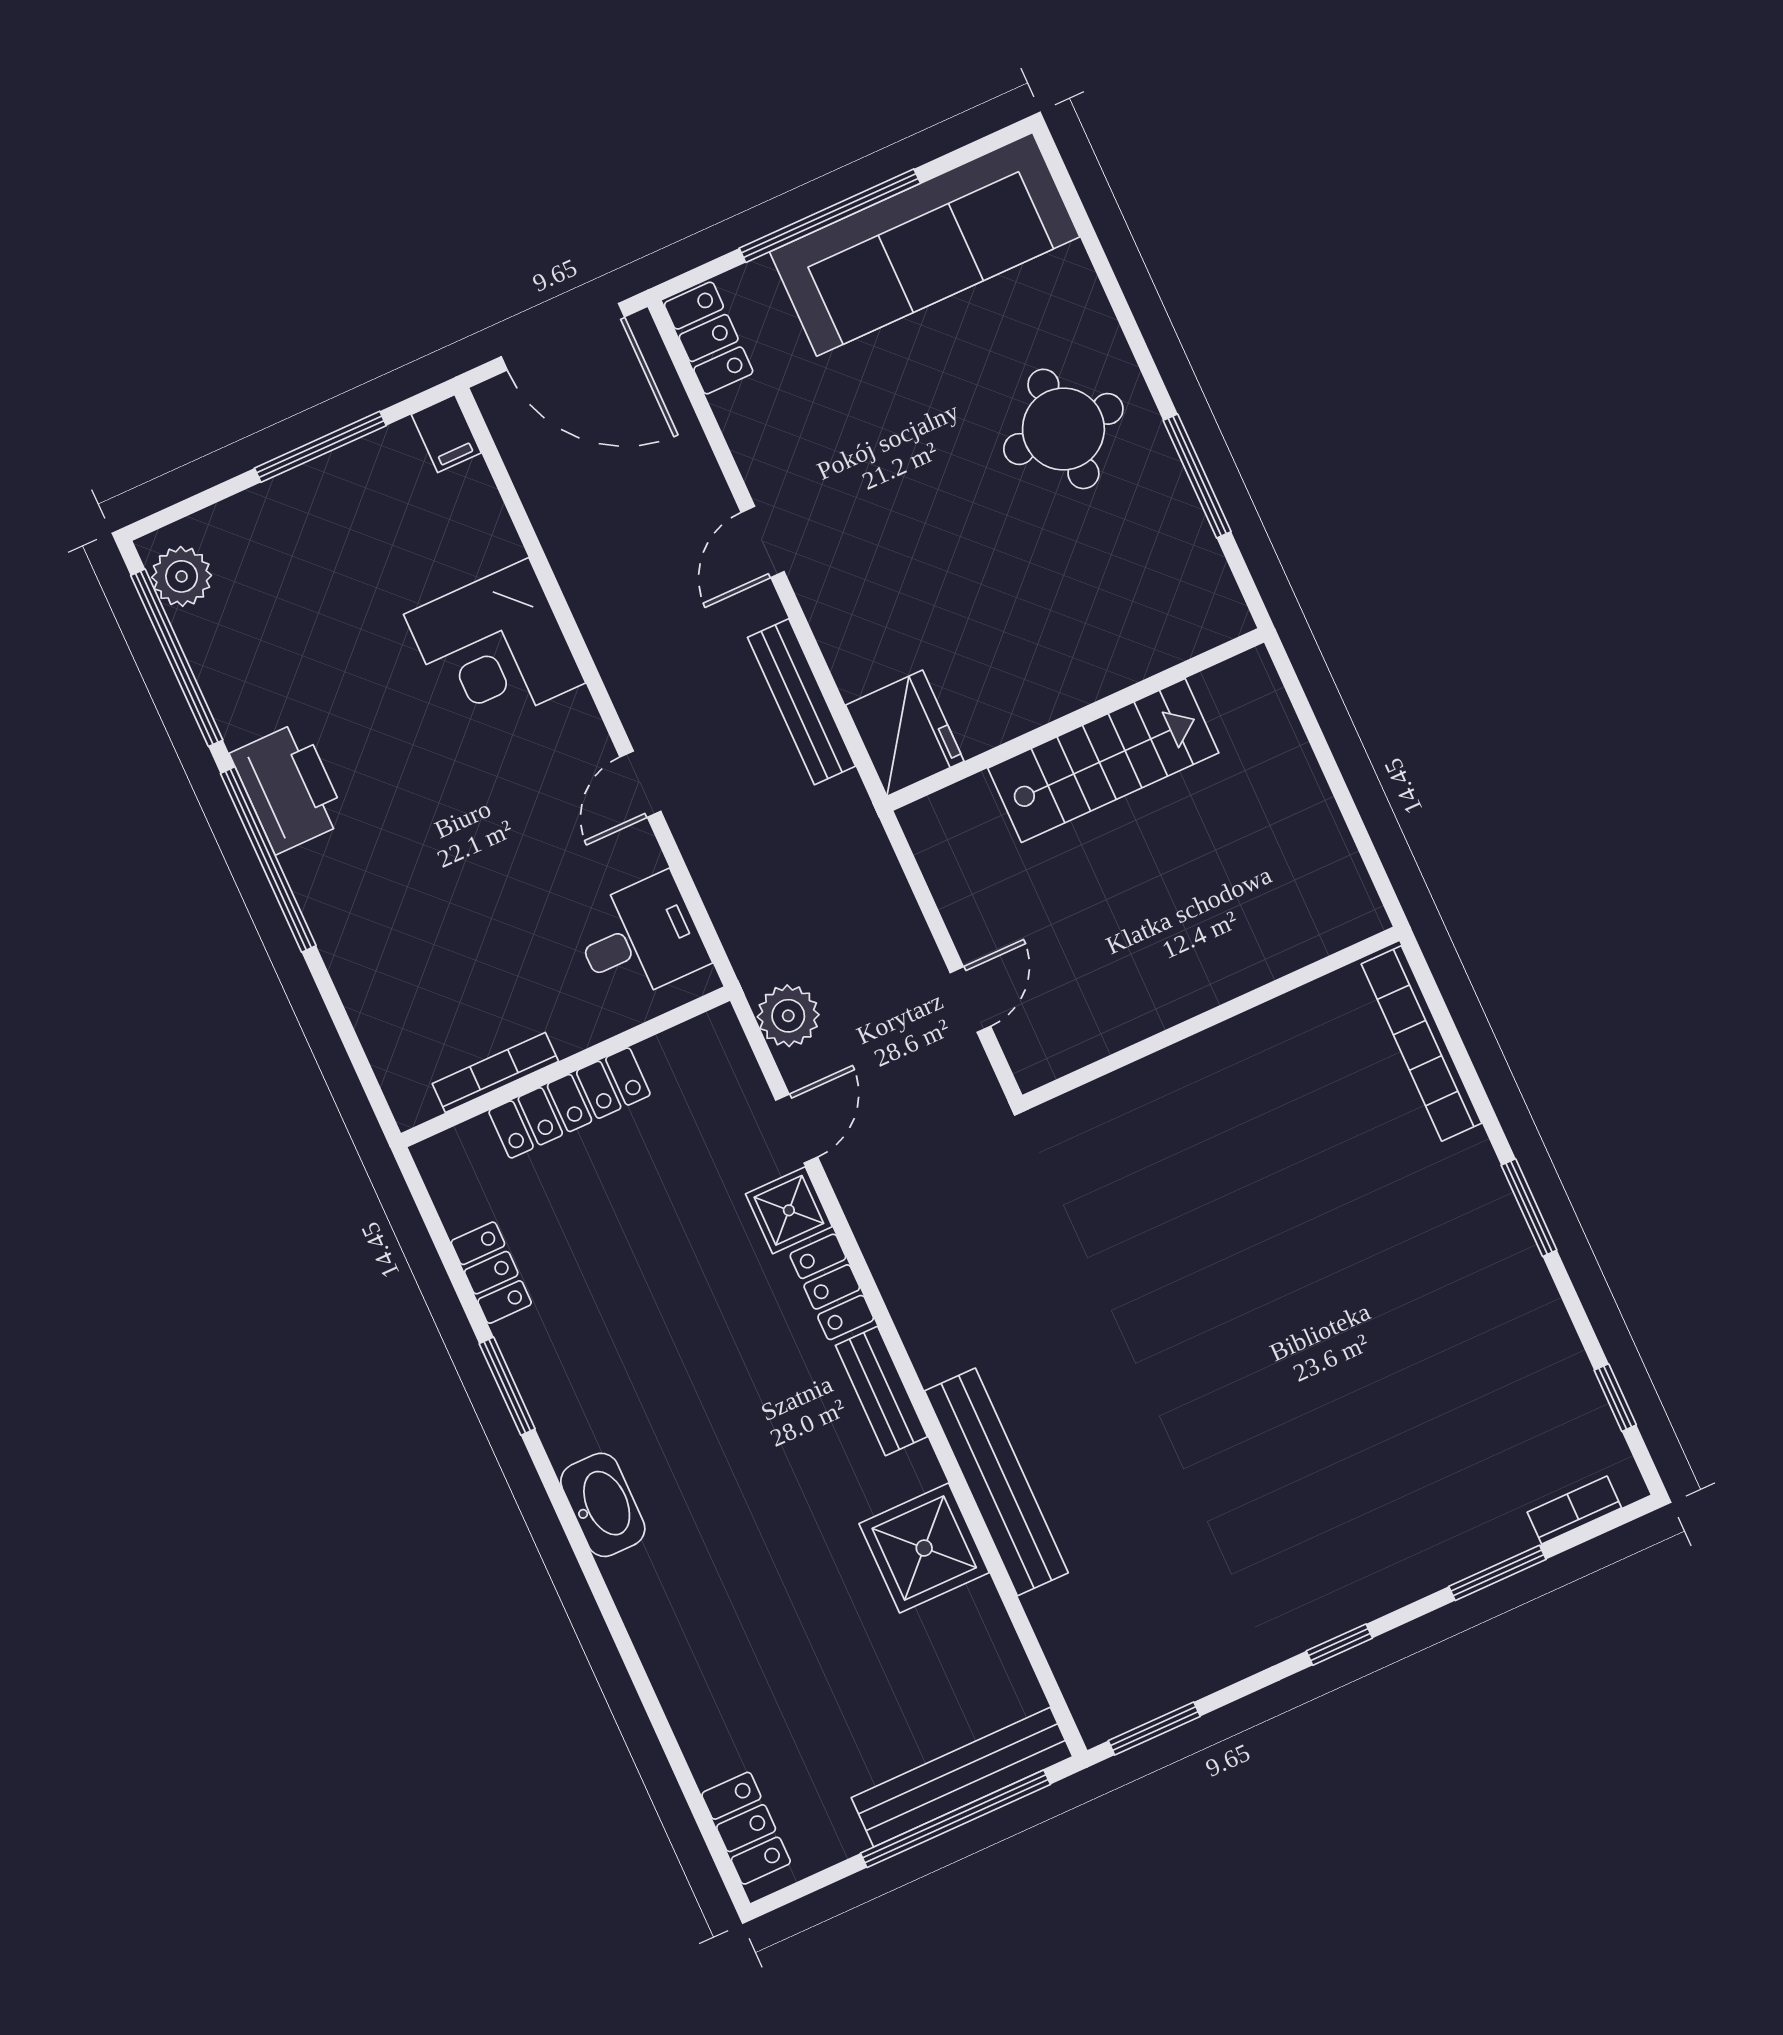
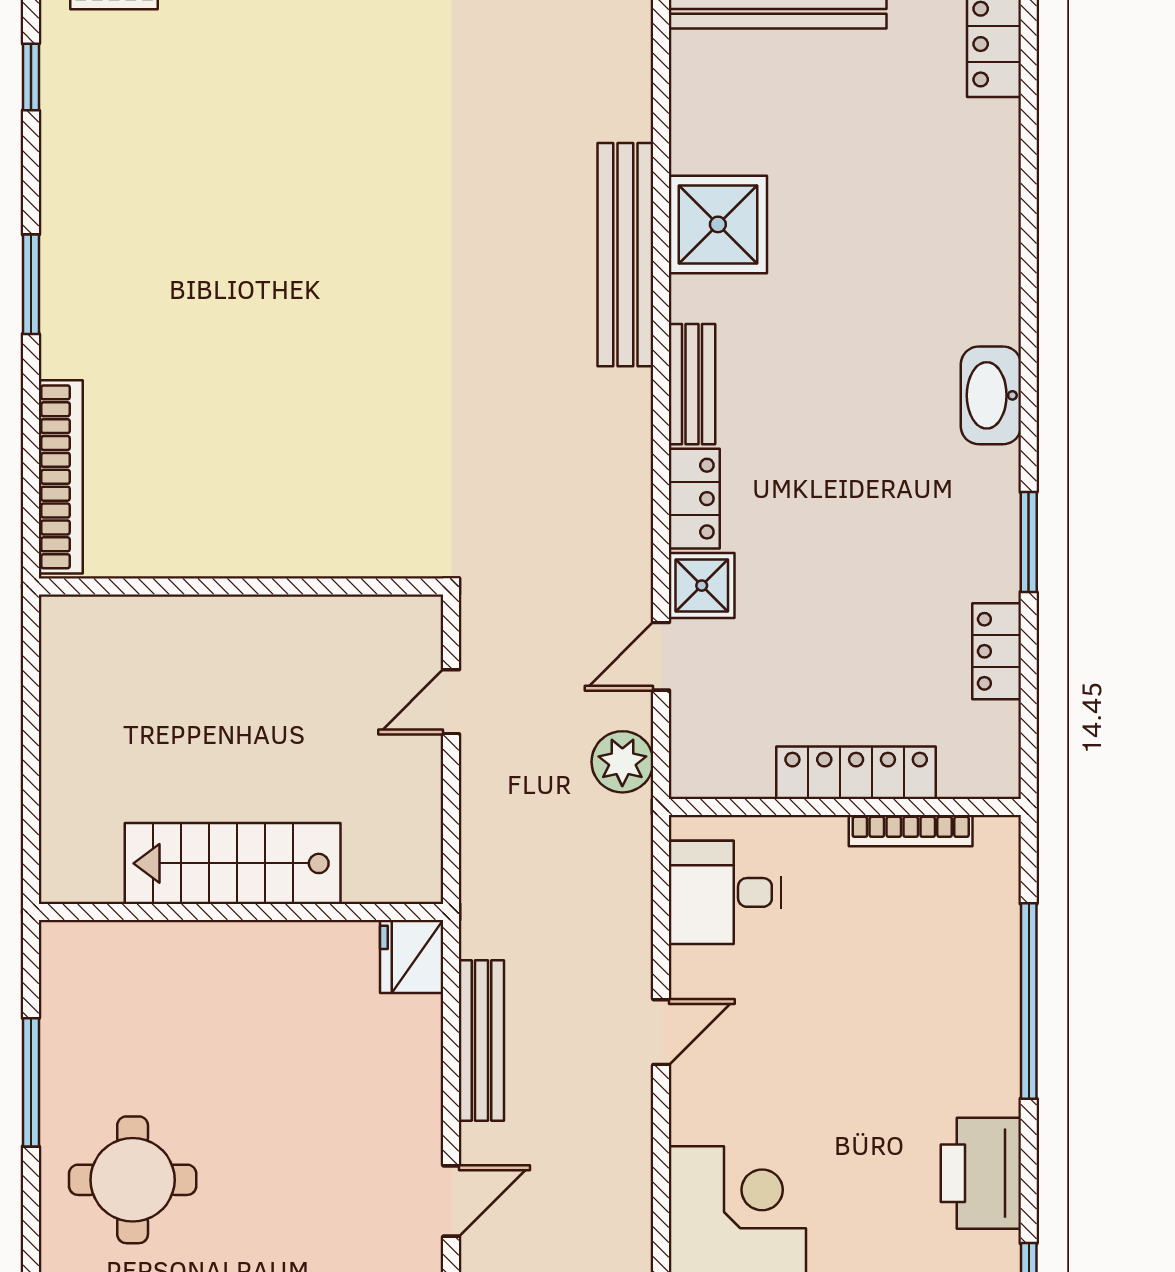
fridge: (905, 733) -> (412, 956), width x0.73, depth x0.75
window: (268, 859) -> (1029, 1001), moved

